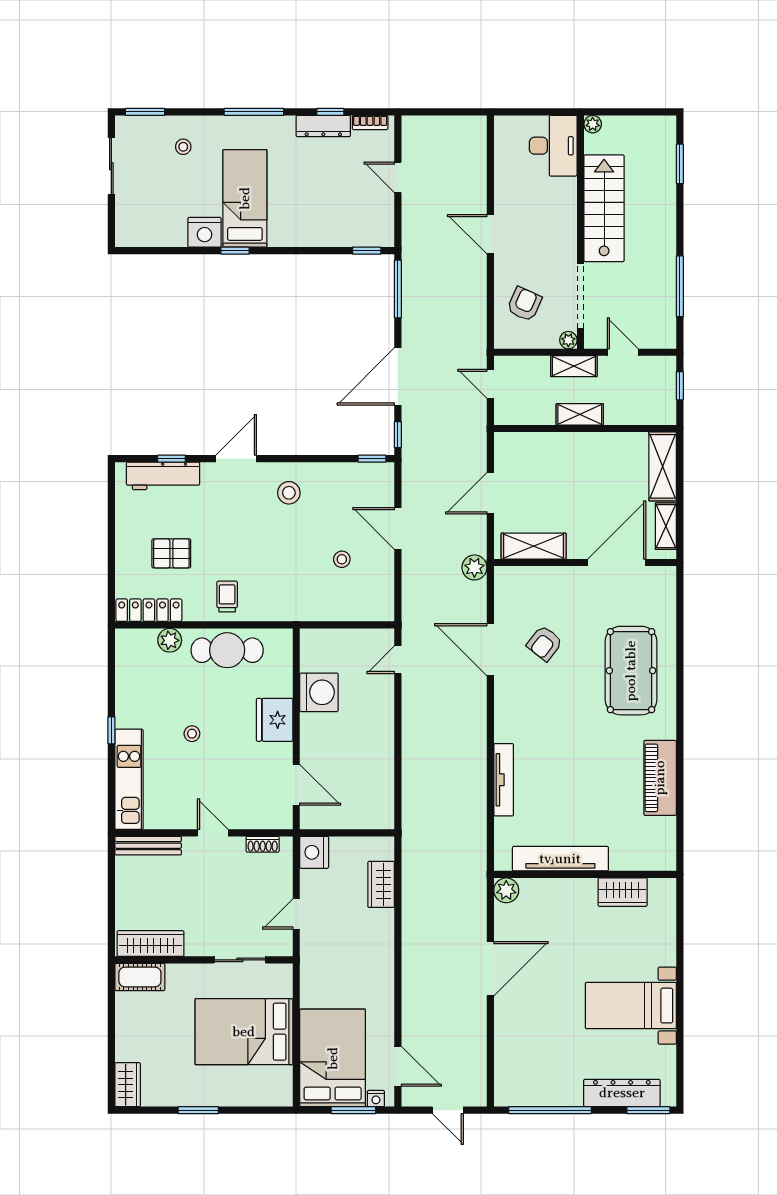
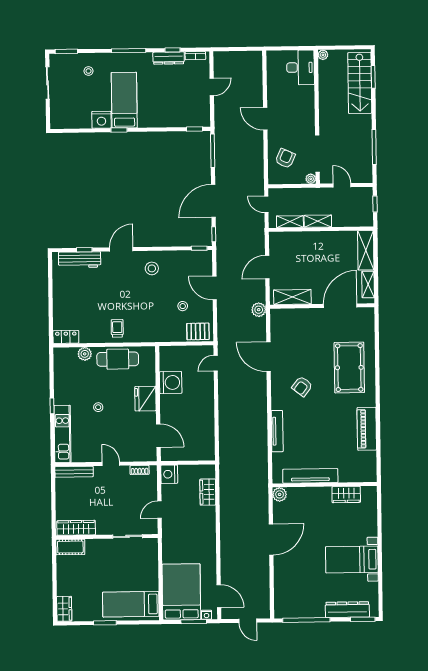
door: (398, 177) -> (212, 87), swing flipped
stairs: (604, 208) -> (360, 83), moved, turned 180
shelving: (574, 366) -> (290, 222), moved
pallet: (171, 553) -> (198, 331), moved
locker: (149, 610) -> (66, 337), width x0.66
armchair: (545, 643) -> (302, 386), moved
bed: (244, 1032) -> (131, 604), moved, width x0.67

